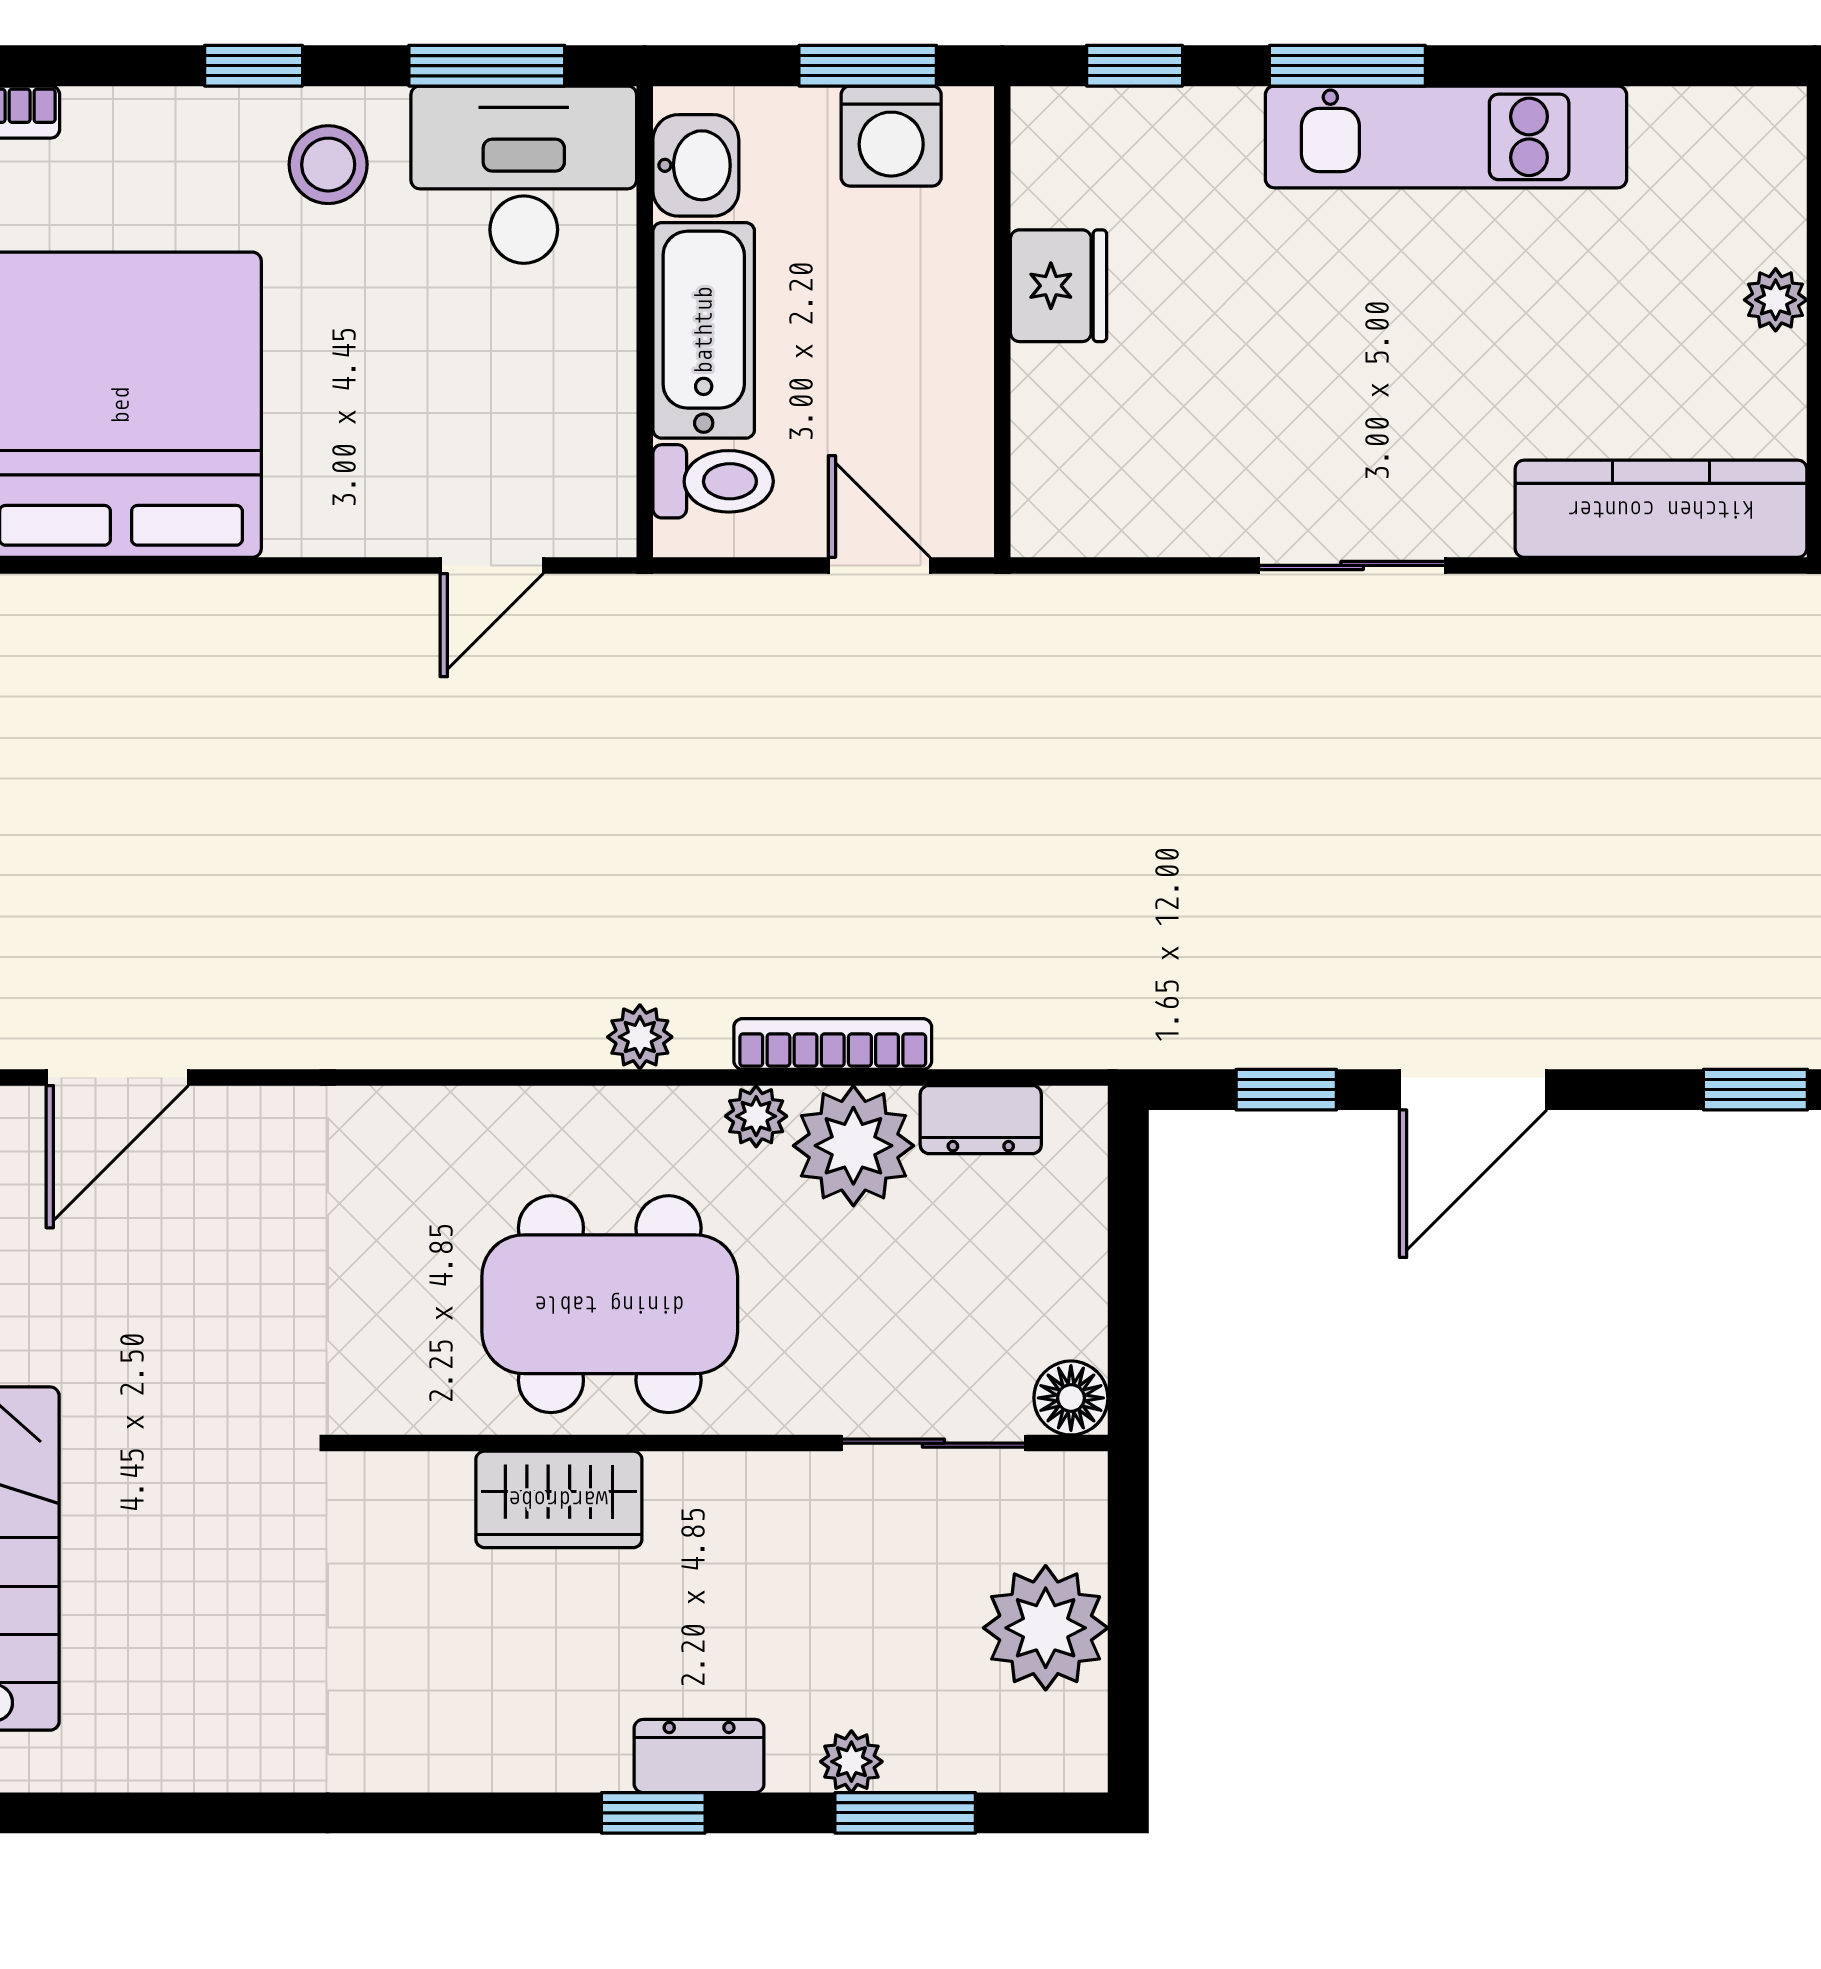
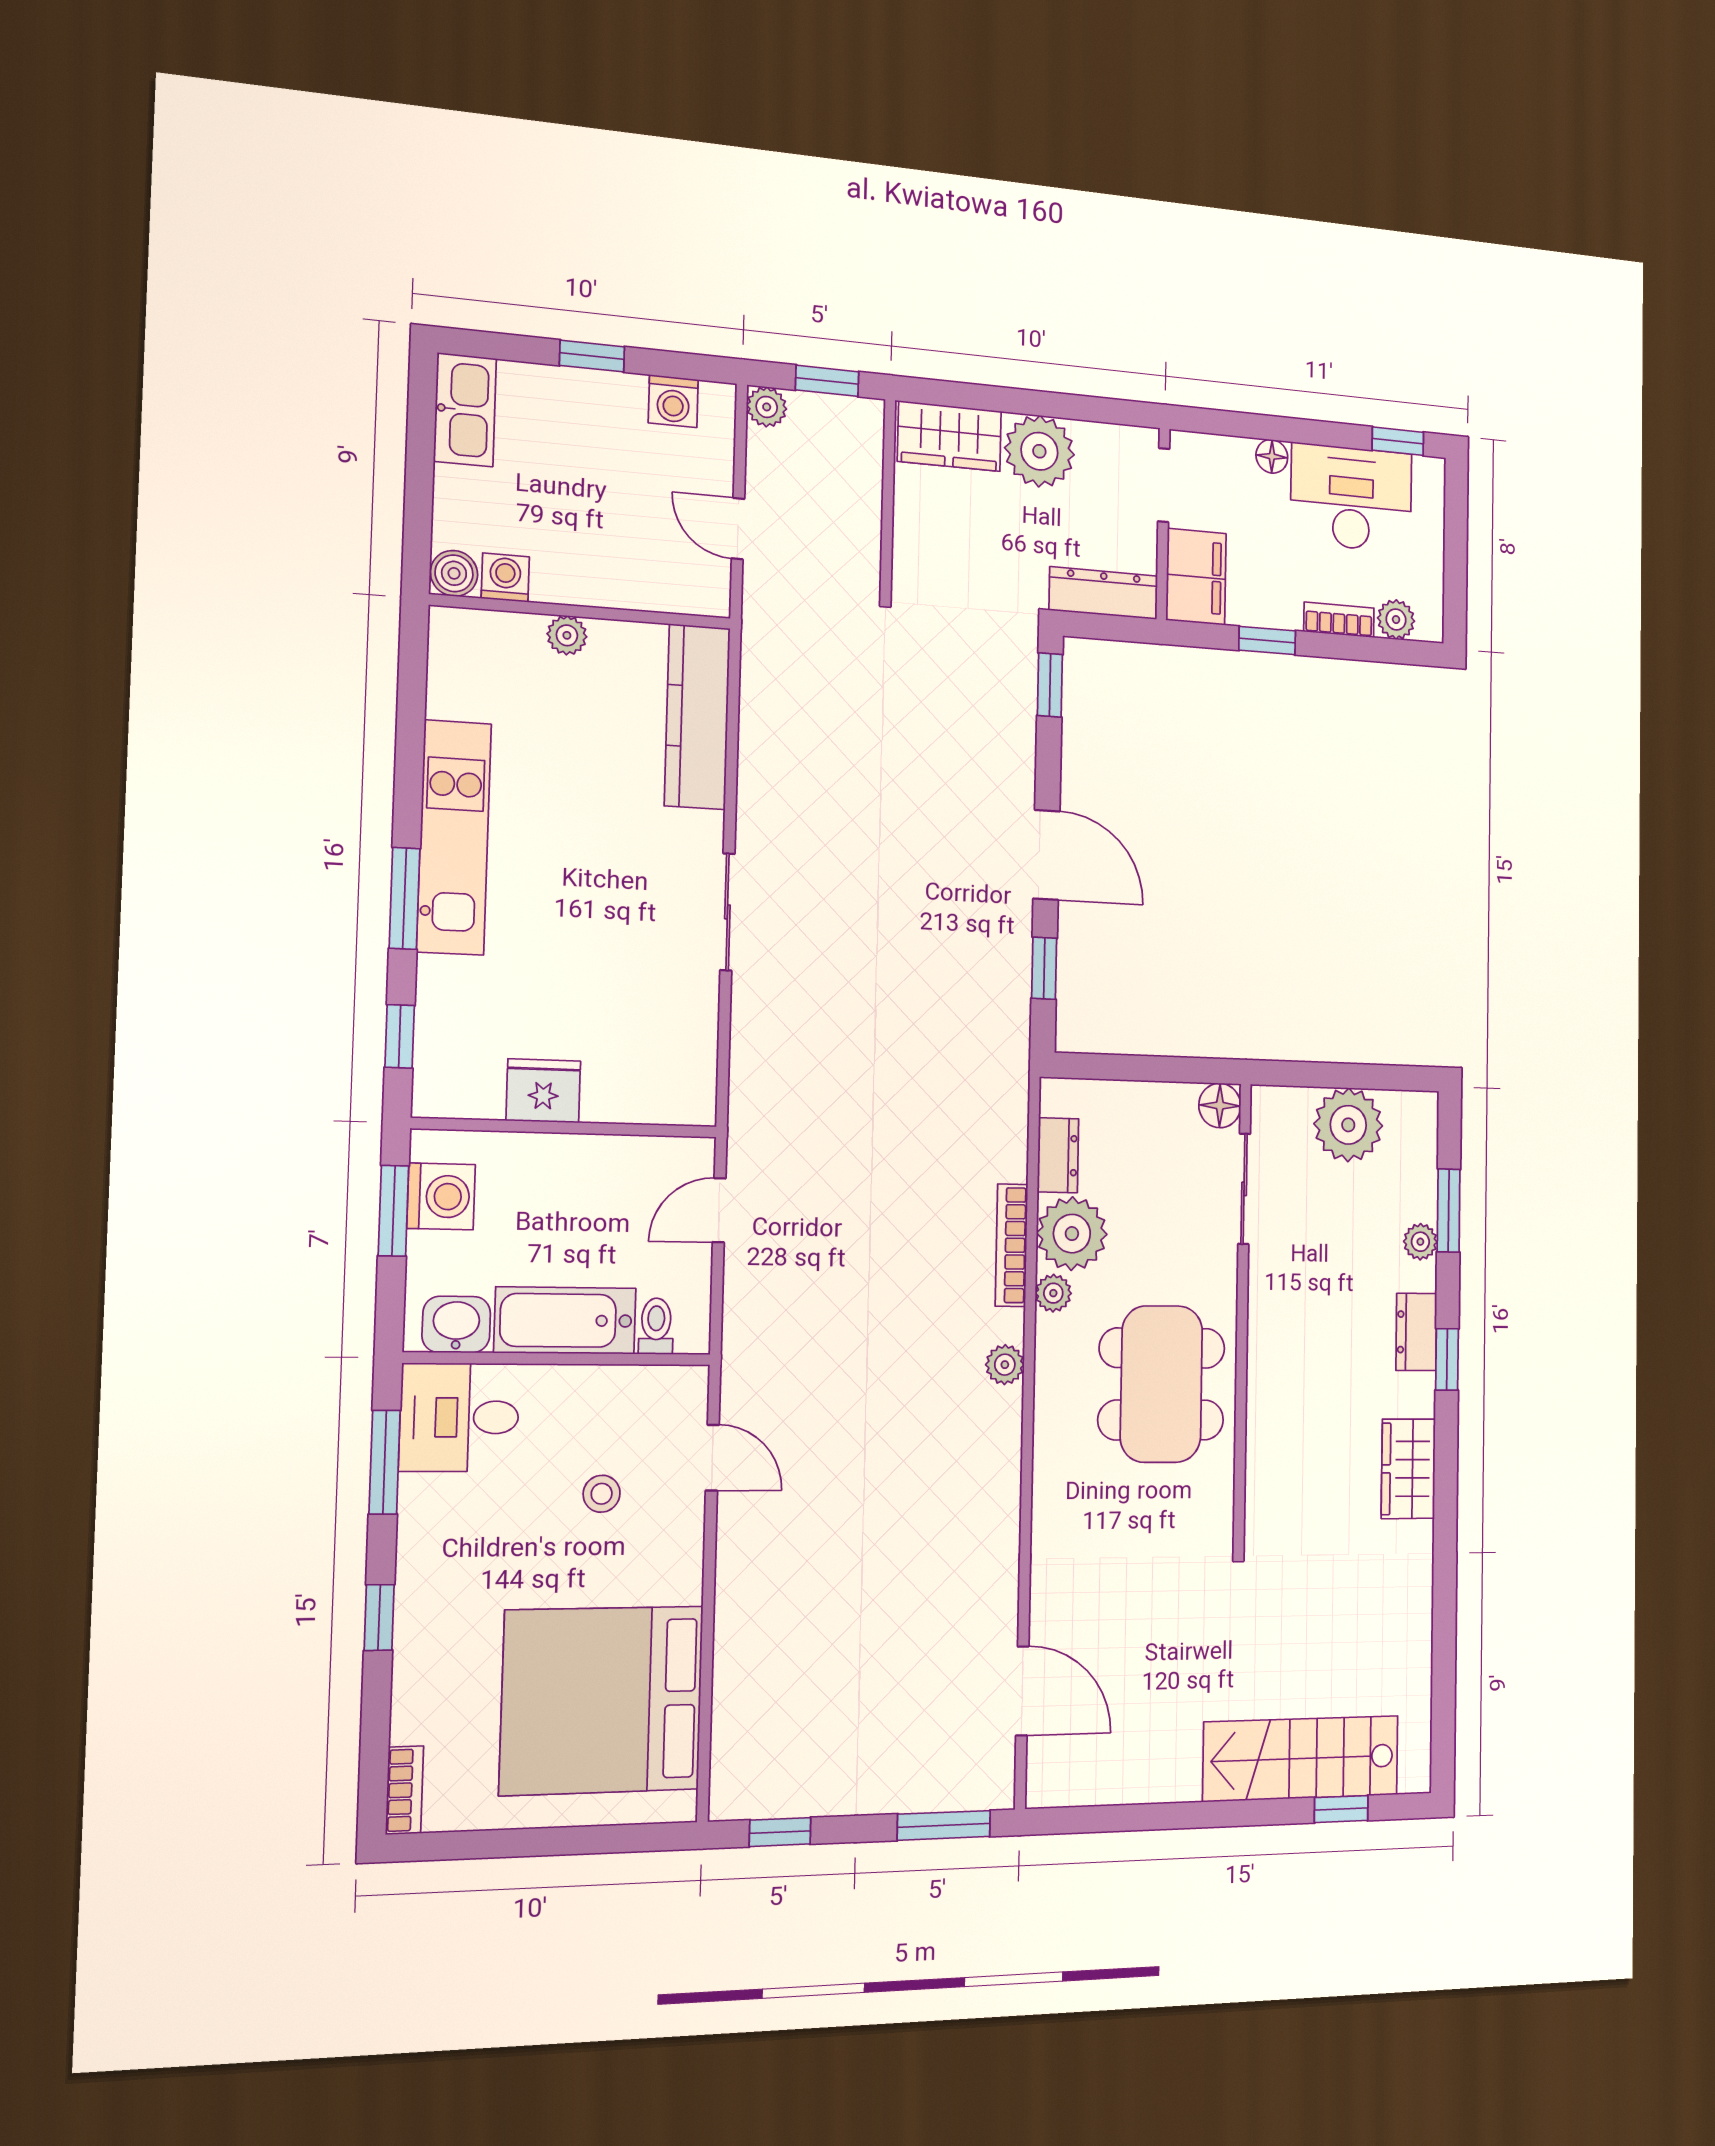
stool: (328, 165) -> (602, 1494), moved, width x0.73, depth x0.73
desk: (524, 175) -> (459, 1417), width x0.73
toilet: (713, 481) -> (656, 1326), width x0.73, depth x0.72
wardrobe: (559, 1499) -> (1408, 1469), moved, turned 180

